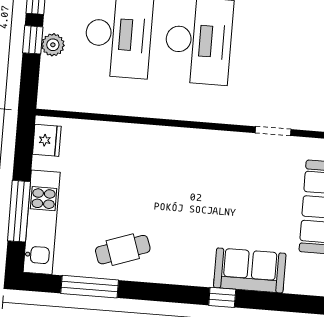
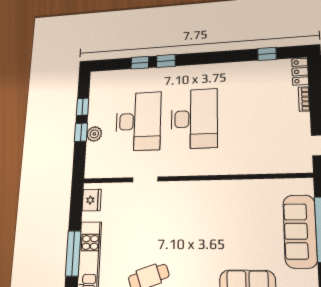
doorway: (273, 131) -> (145, 179), moved

